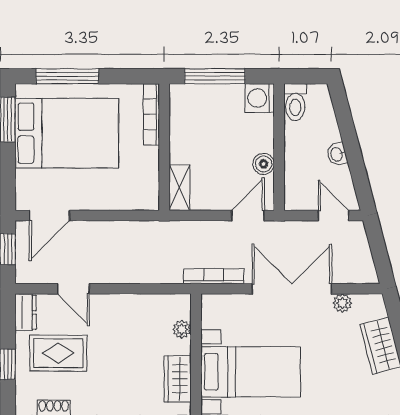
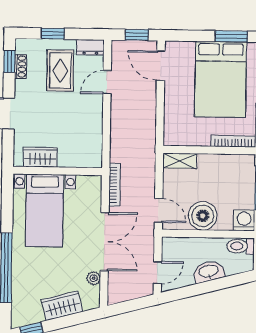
washbasin: (337, 154) -> (209, 272), width x1.91, depth x1.45
boiler: (264, 164) -> (203, 216), width x1.86, depth x1.86
plant: (182, 329) -> (76, 161), removed

